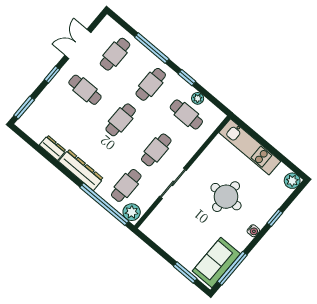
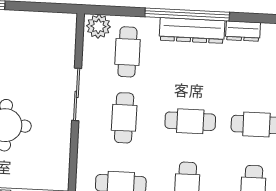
cafe table: (121, 120) -> (190, 121), turned 90
window: (104, 204) -> (187, 14), moved

